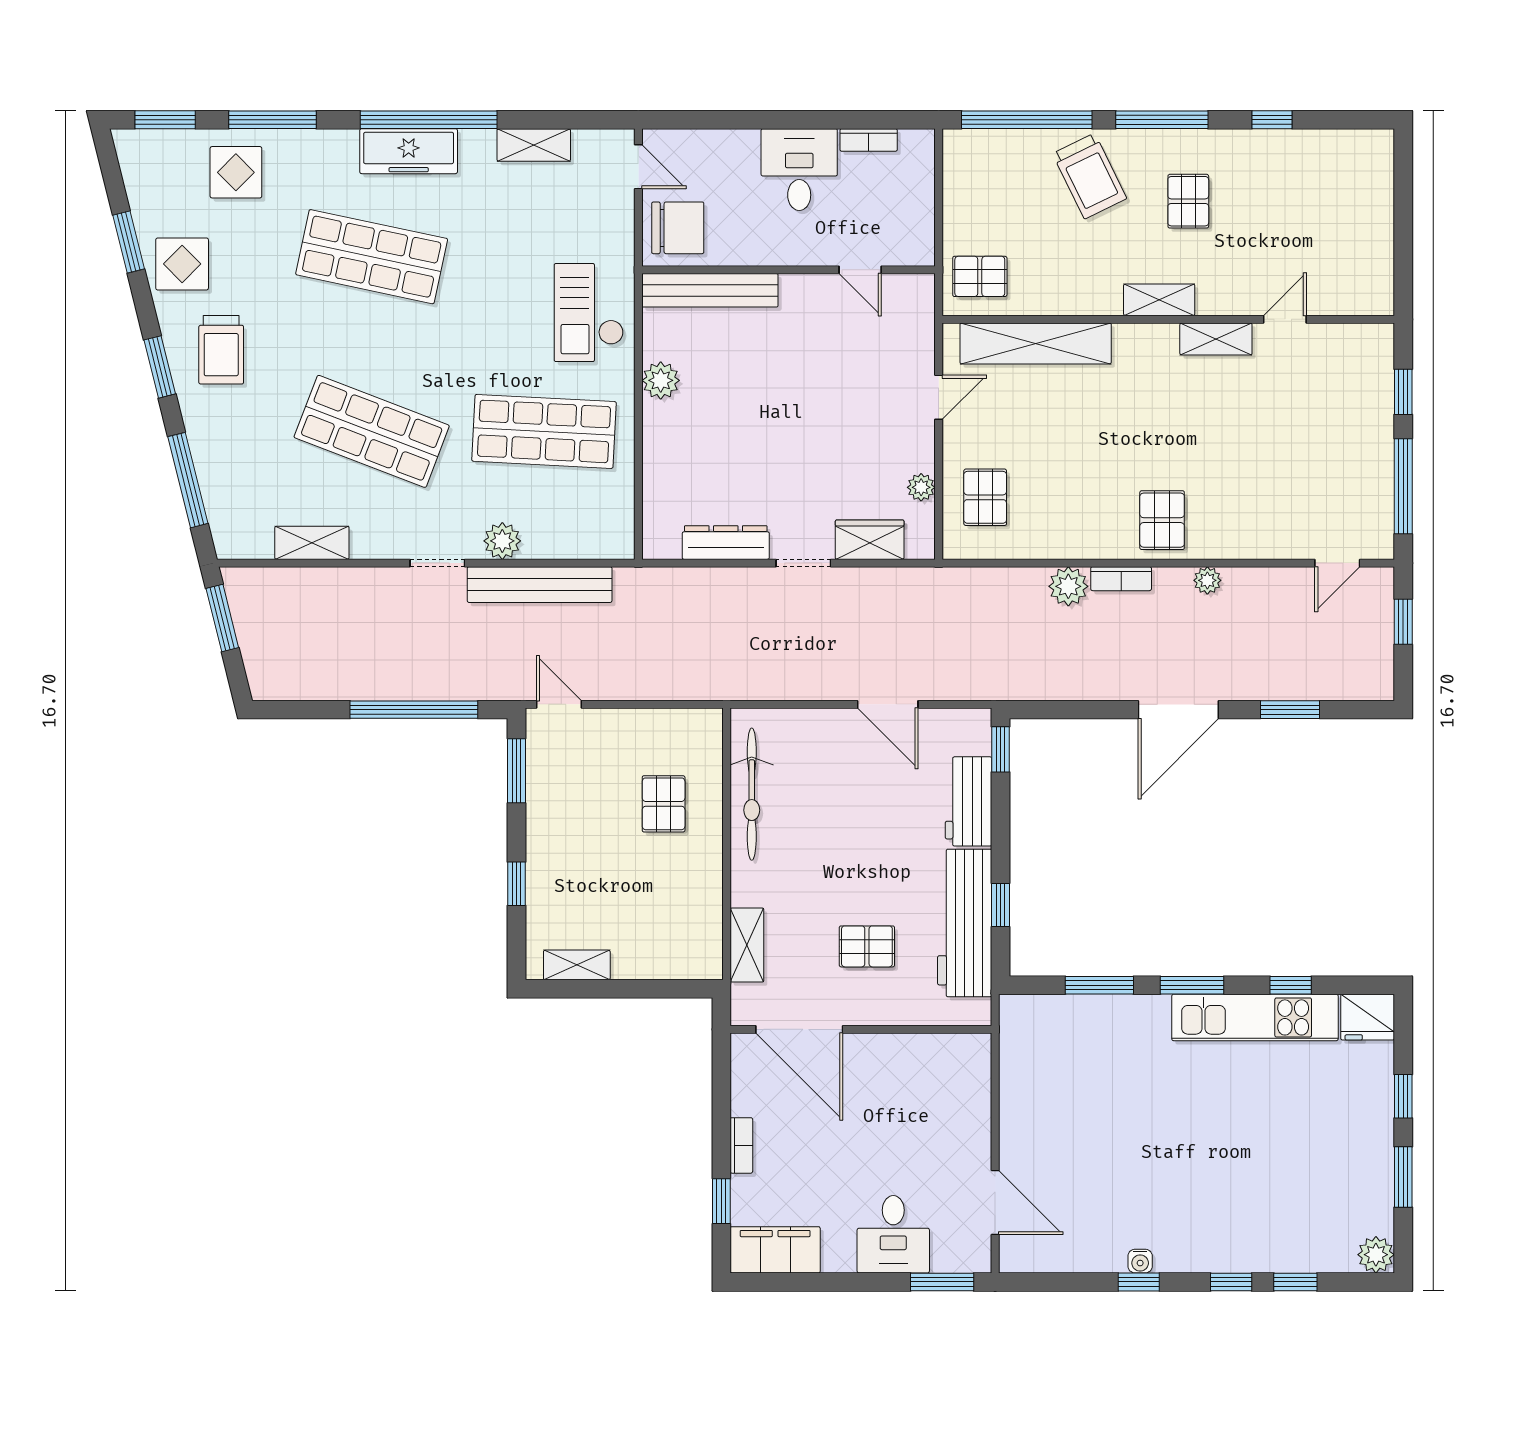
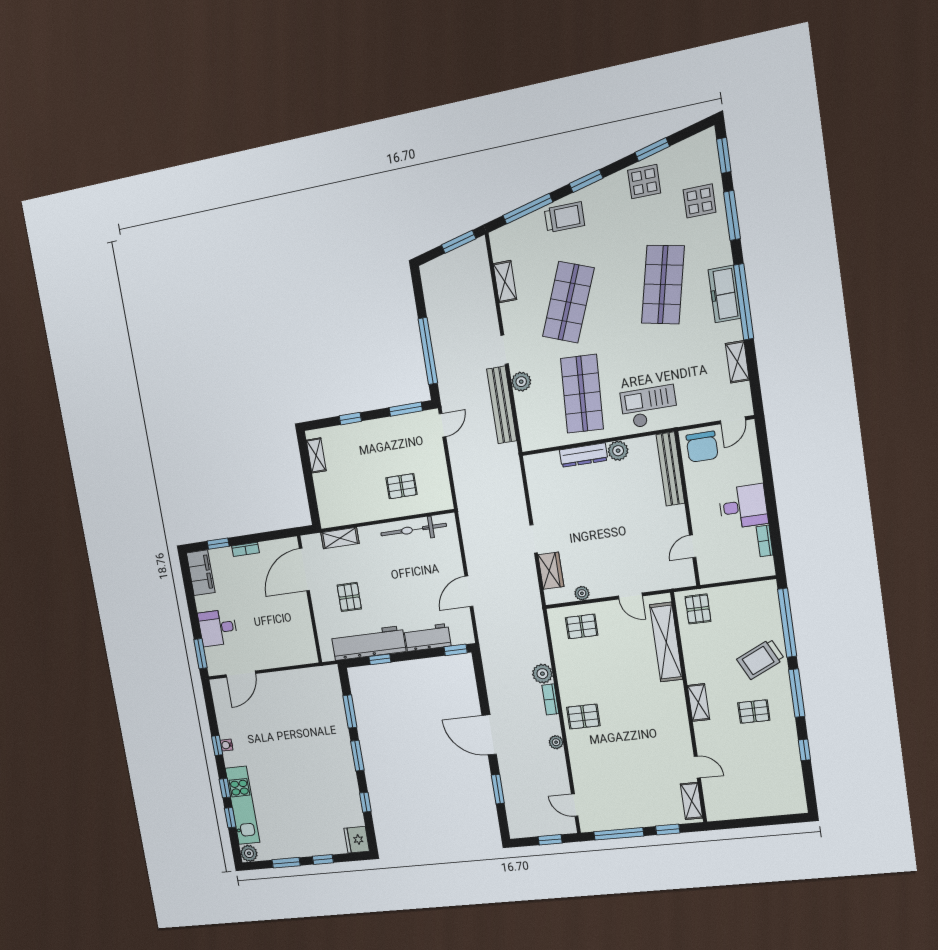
shelving: (1216, 339) -> (692, 801), moved
trolley: (221, 350) -> (564, 217), moved, turned 180
dresser: (726, 543) -> (583, 455), moved, turned 90
kitchen unit: (1255, 1017) -> (243, 805), moved, turned 180

